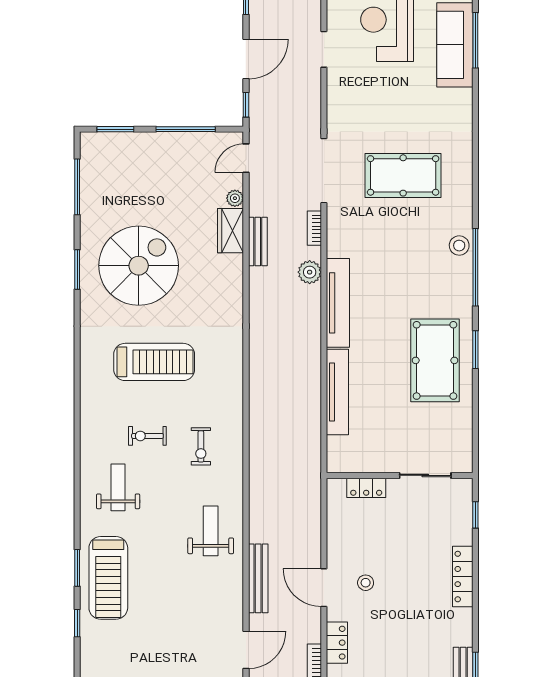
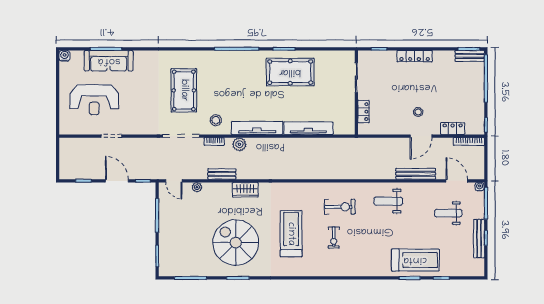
wardrobe: (230, 231) -> (245, 190), moved
stool: (459, 246) -> (216, 120), moved
exercise bike: (201, 446) -> (340, 207), width x1.38, depth x1.39
weight bench: (118, 487) -> (448, 213), moved

